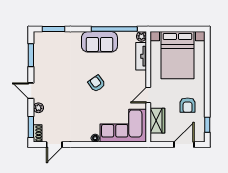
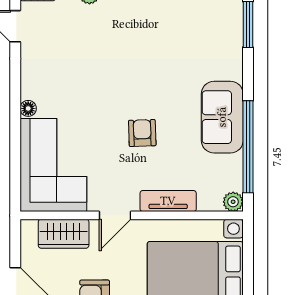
tv unit: (141, 56) -> (168, 201), moved
armchair: (97, 84) -> (142, 133), moved, turned -57
door: (148, 95) -> (115, 215), swing flipped

